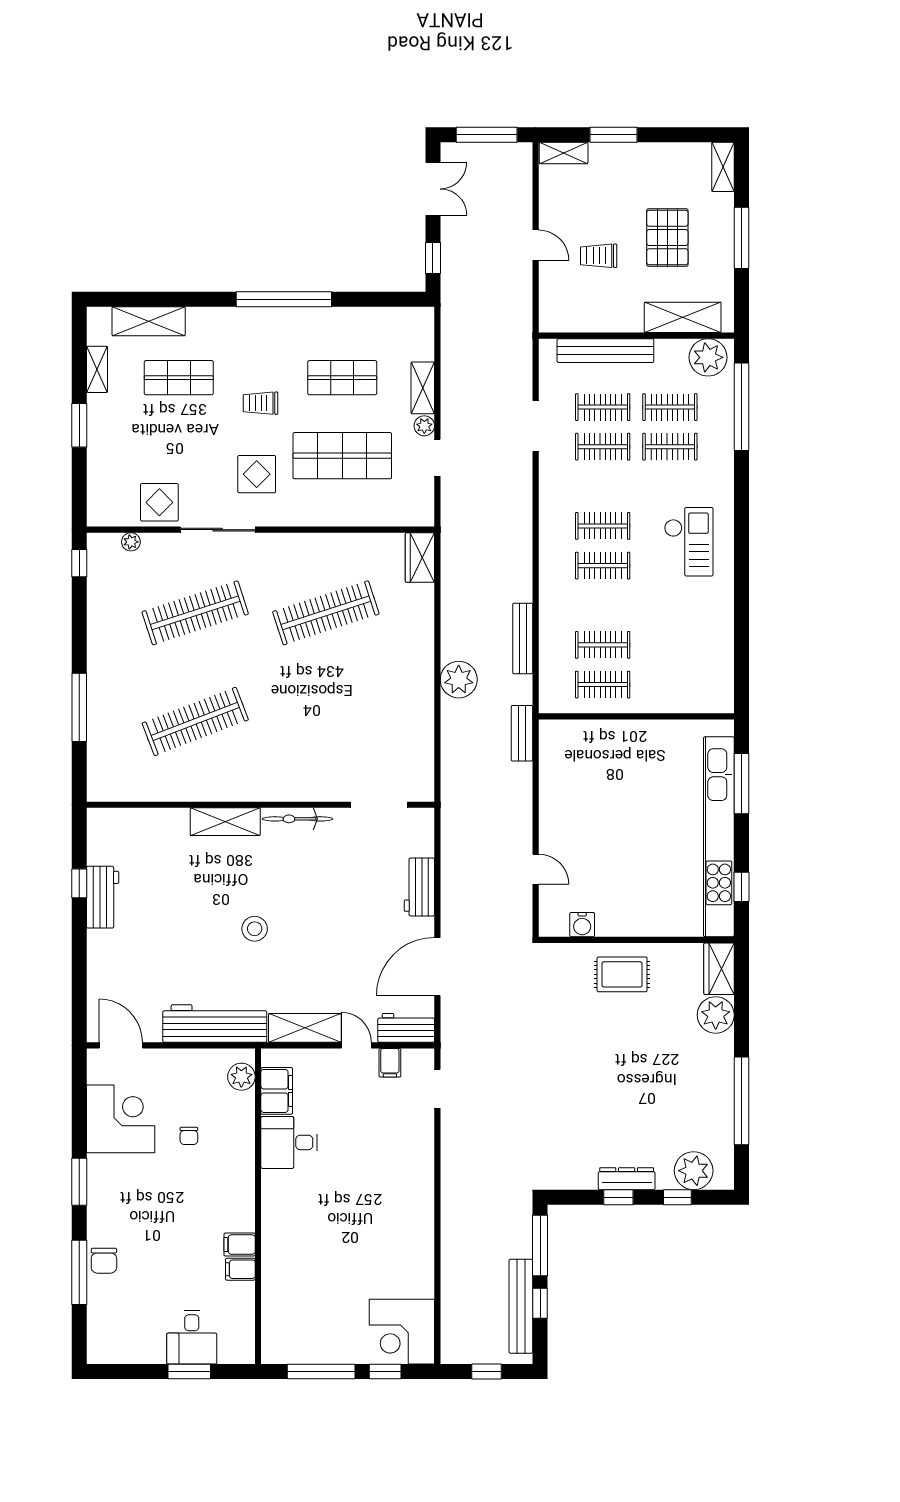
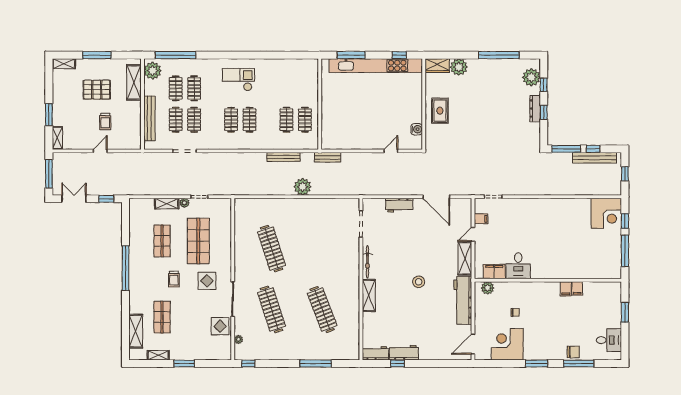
wardrobe: (420, 558) -> (246, 205), removed
workbench: (406, 1028) -> (375, 353), moved, turned 90
desk: (192, 1337) -> (609, 340), moved

